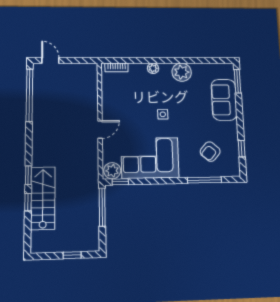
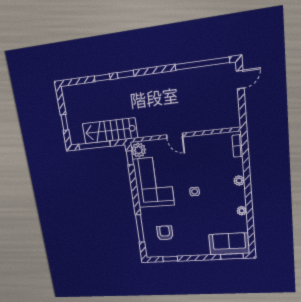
plant: (182, 72) -> (242, 211), width x0.53, depth x0.53
sofa: (224, 100) -> (229, 244), moved
armchair: (210, 152) -> (165, 233), turned 49
stairs: (43, 198) -> (110, 131), moved, turned 180
window: (102, 207) -> (94, 145), moved

